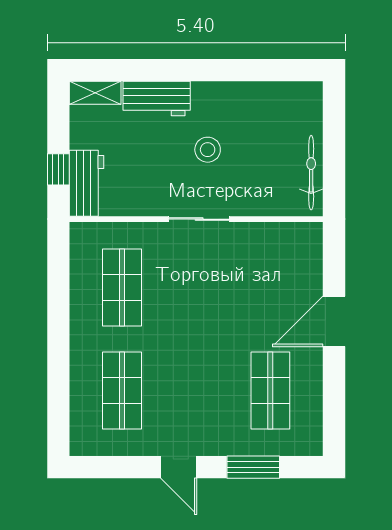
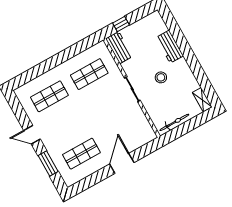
shelving: (95, 93) -> (202, 100), moved
workbench: (86, 183) -> (119, 47), moved, turned -90
door: (334, 321) -> (122, 163), hinge flipped
door: (179, 467) -> (32, 135), hinge flipped

